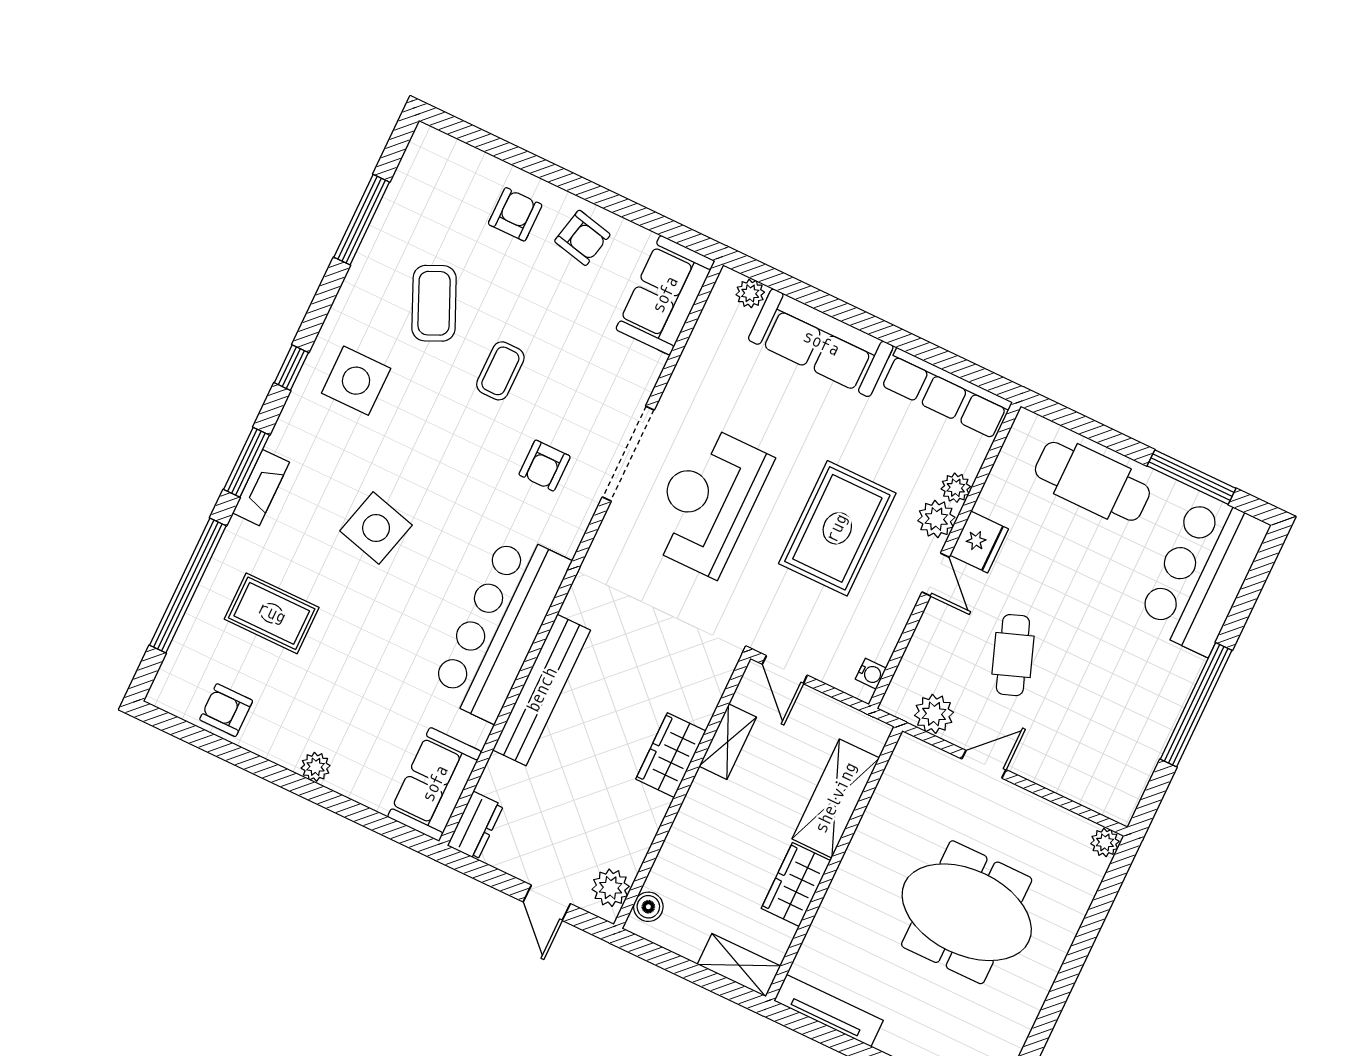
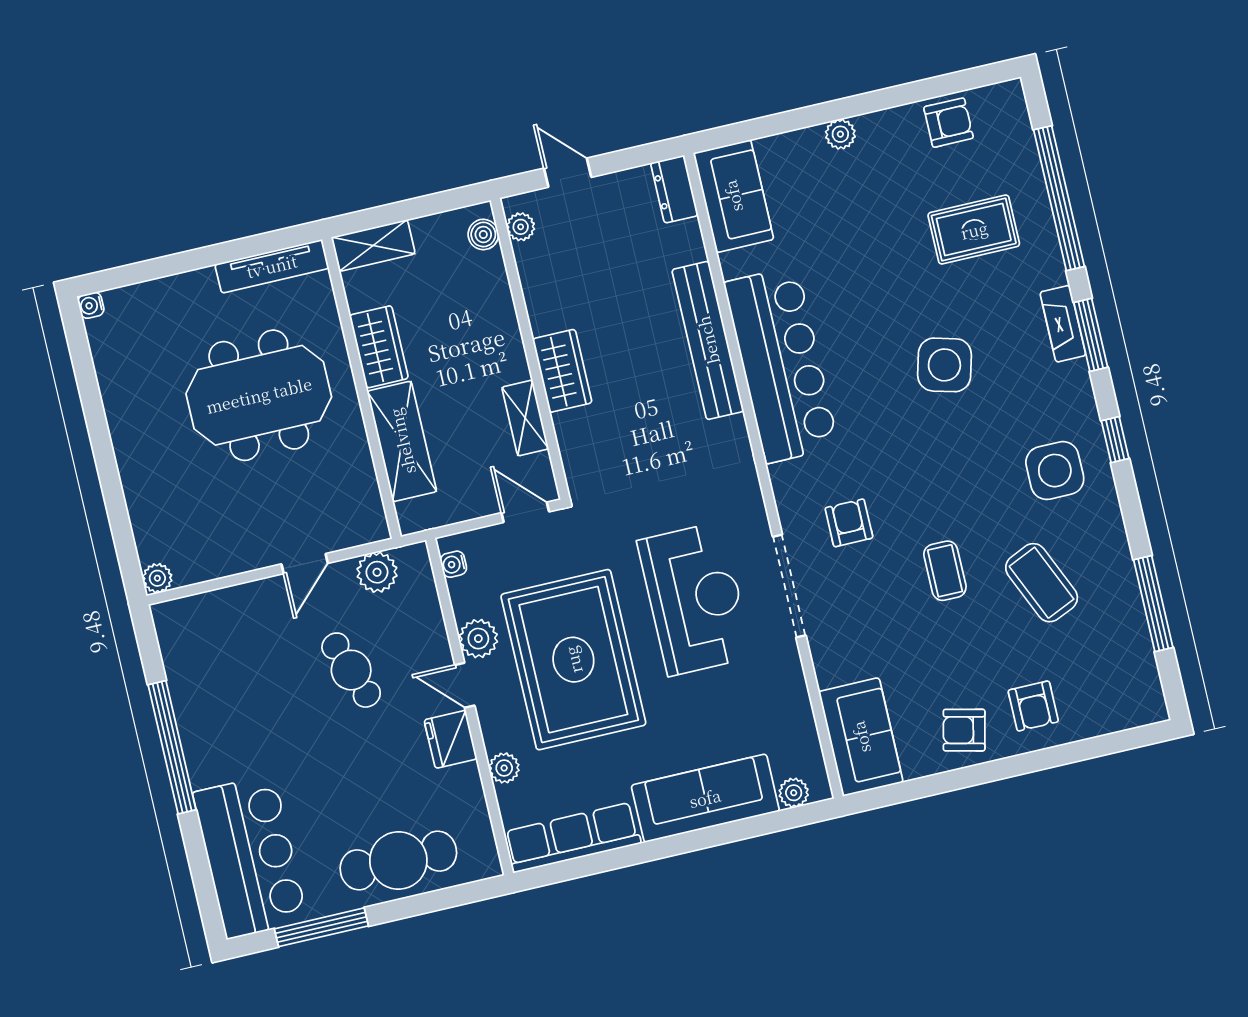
plant: (936, 519) -> (478, 639), moved
rug: (837, 528) -> (573, 660), width x1.37, depth x1.44
plant: (611, 888) -> (521, 227), width x0.73, depth x0.73
meeting table: (967, 912) -> (259, 395), moved

